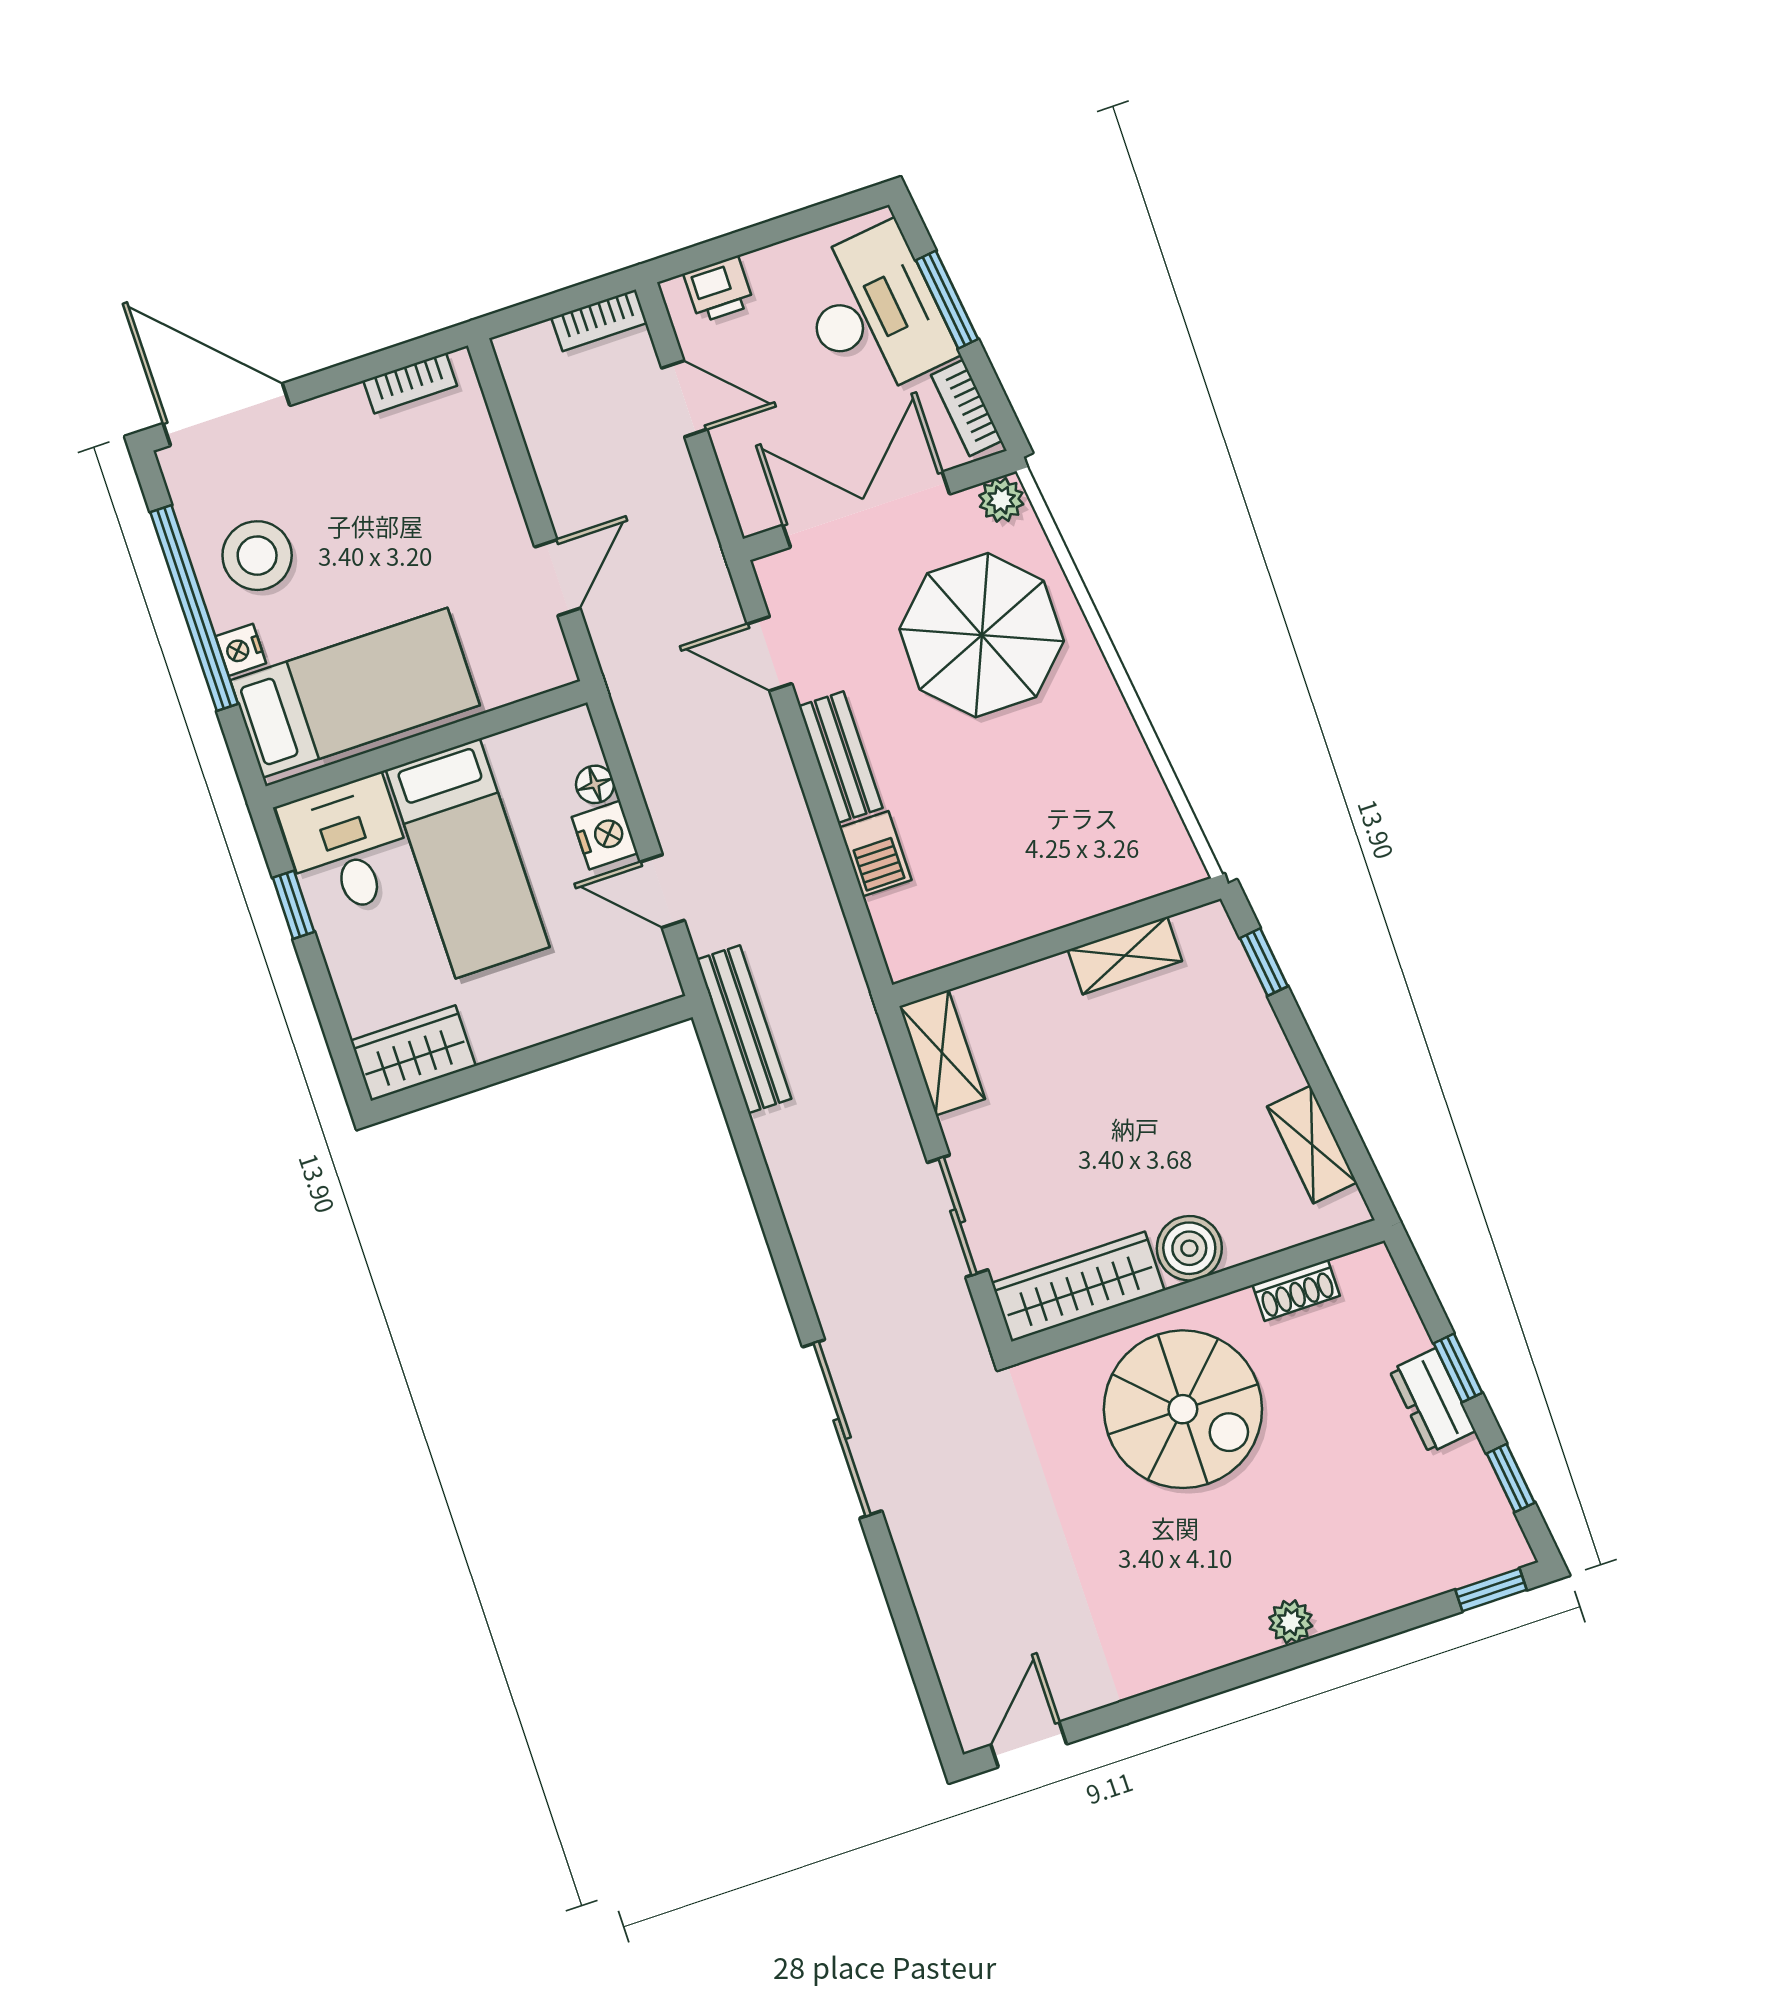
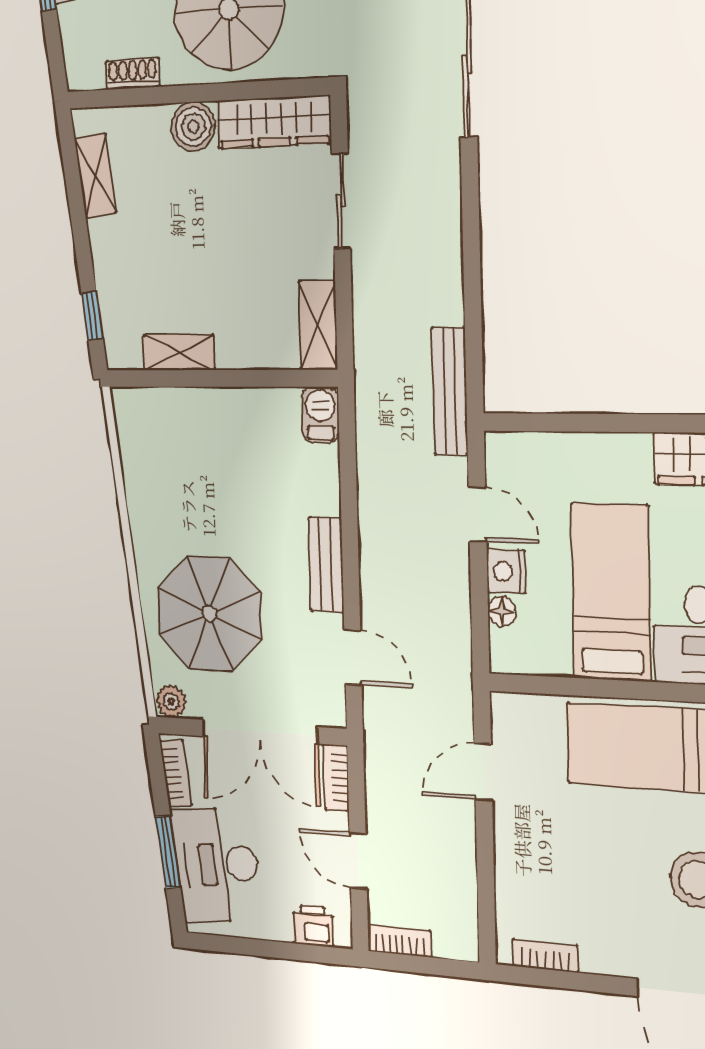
bookcase: (746, 493) -> (336, 778), added
barbecue: (875, 854) -> (320, 415), moved

